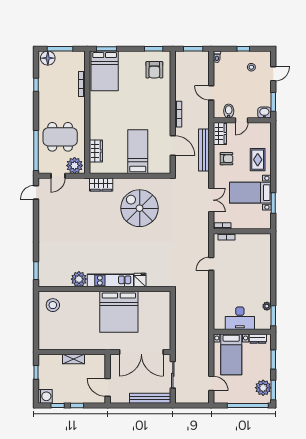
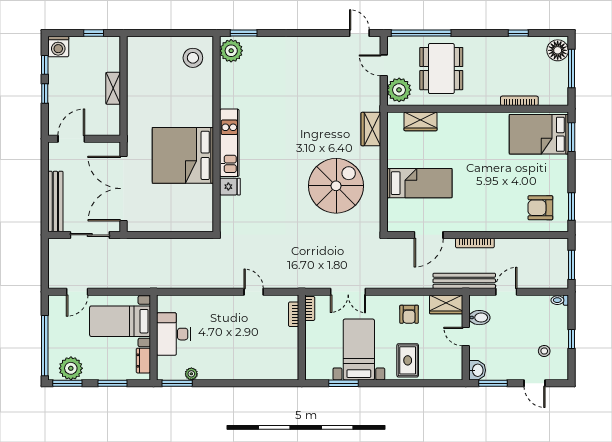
bench: (204, 150) -> (464, 281), moved
rug: (258, 160) -> (408, 360), turned 90
plant: (79, 279) -> (231, 51), moved

